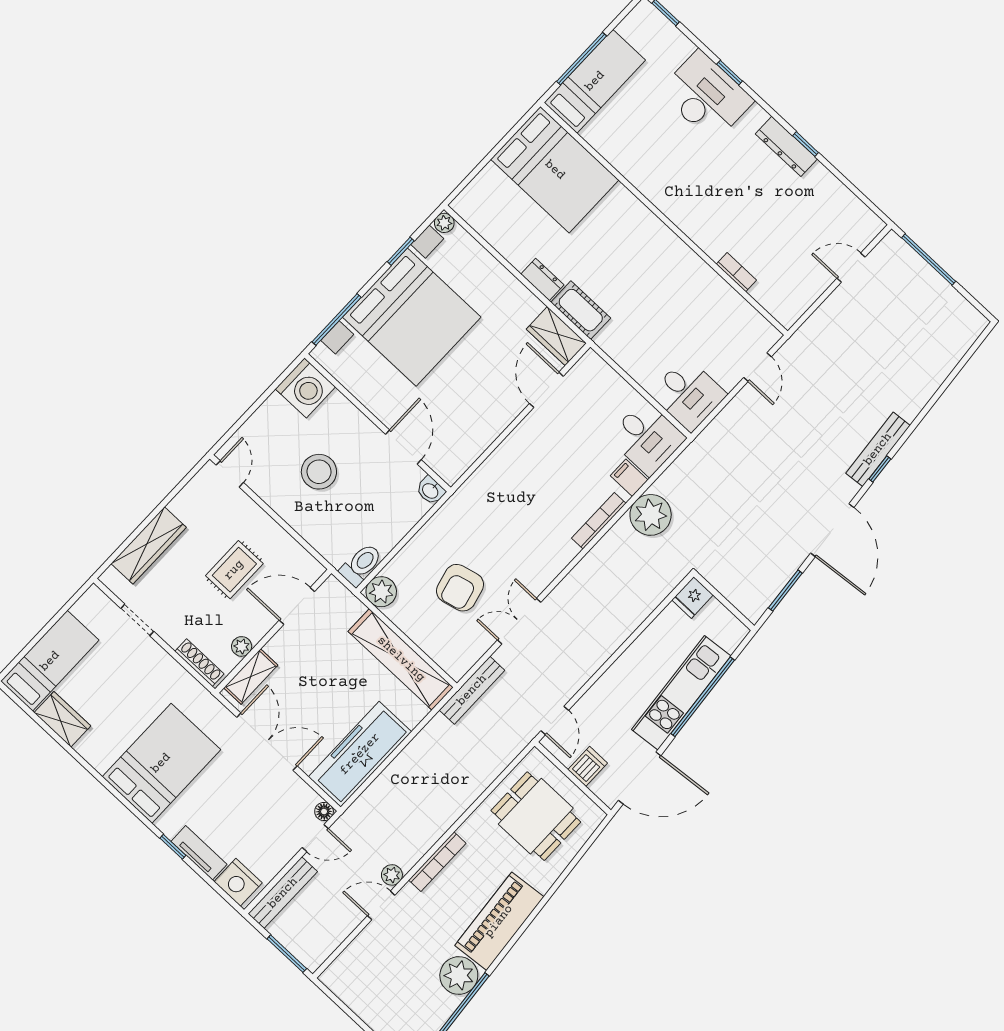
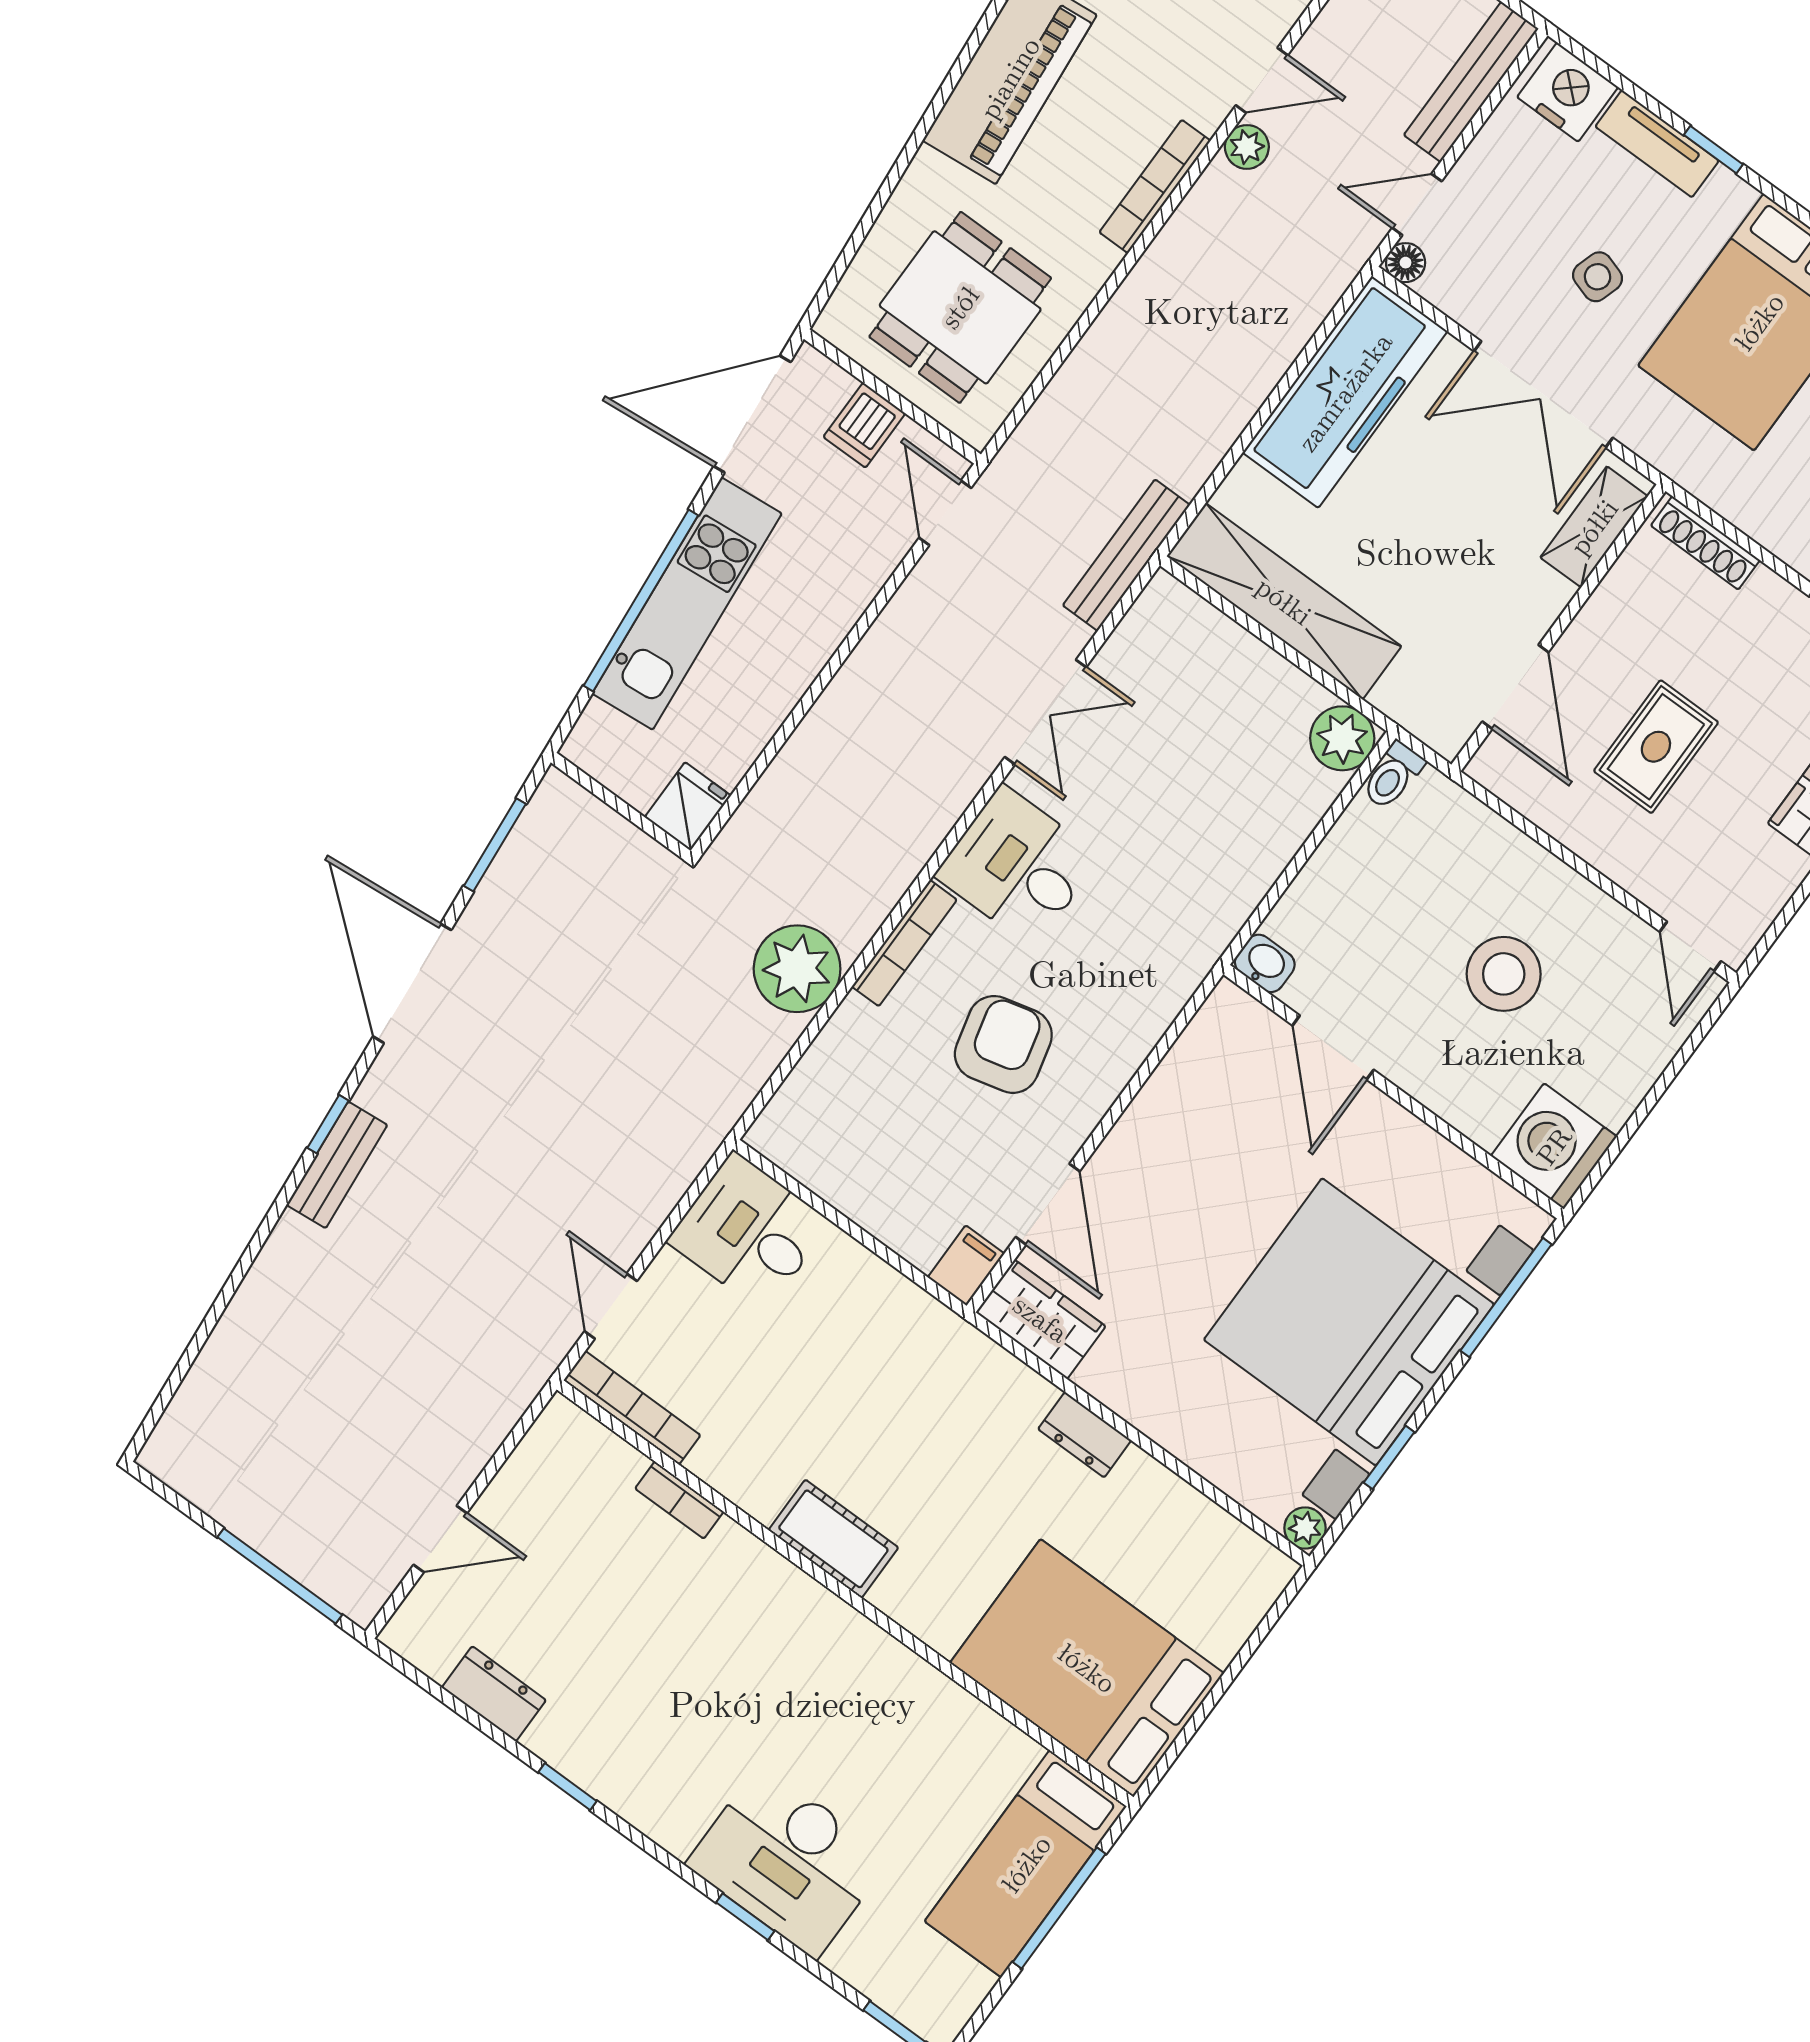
dresser: (786, 146) -> (494, 1694), moved, width x0.70
cot: (581, 310) -> (833, 1539), moved
bookcase: (753, 318) -> (632, 1408), added
desk: (647, 438) -> (1018, 866), moved
bench: (878, 449) -> (337, 1165), width x0.73
filing cabinet: (629, 478) -> (966, 1265), moved, turned -90
toilet: (361, 565) -> (1393, 776), width x0.73, depth x0.72
armchair: (460, 588) -> (1003, 1044), moved
door: (297, 606) -> (1515, 687), hinge flipped
plant: (242, 646) -> (1621, 588), removed
side table: (235, 794) -> (1598, 277), added
dining table: (536, 816) -> (960, 307), turned 90

